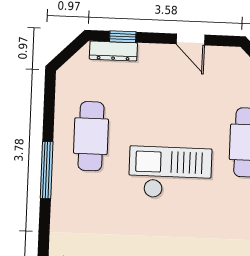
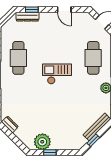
checkout: (170, 173) -> (57, 74), width x0.73, depth x0.83

